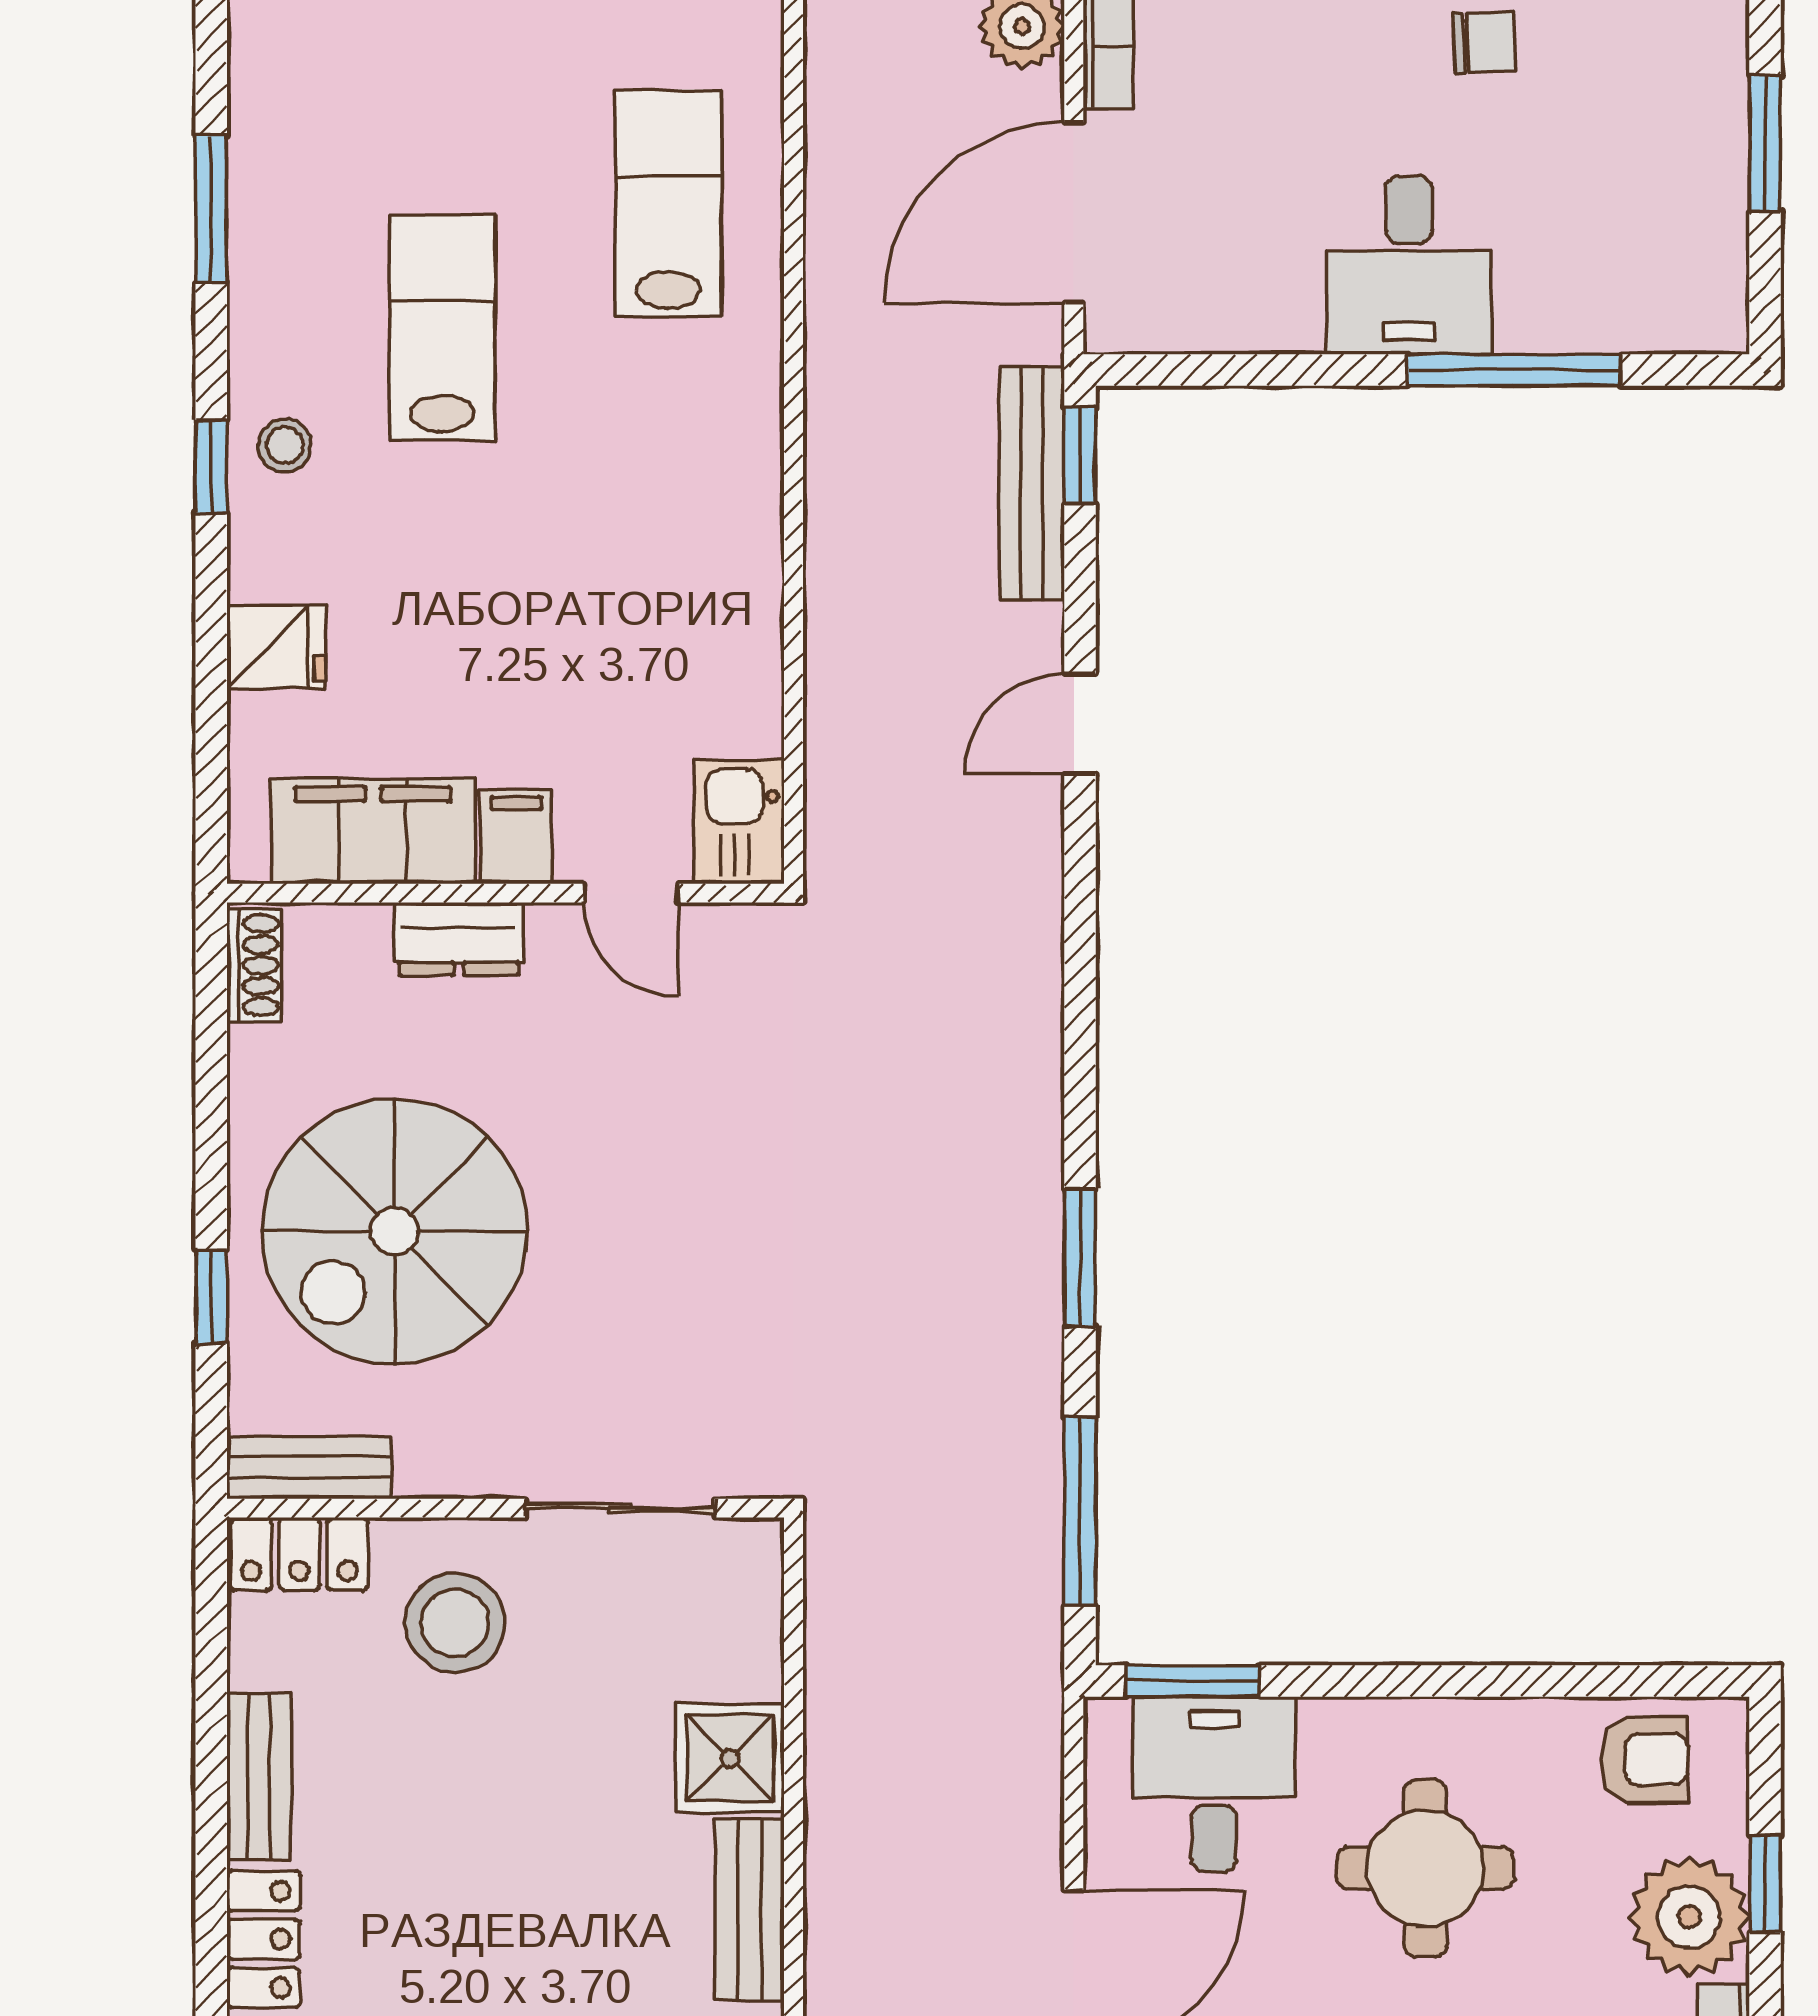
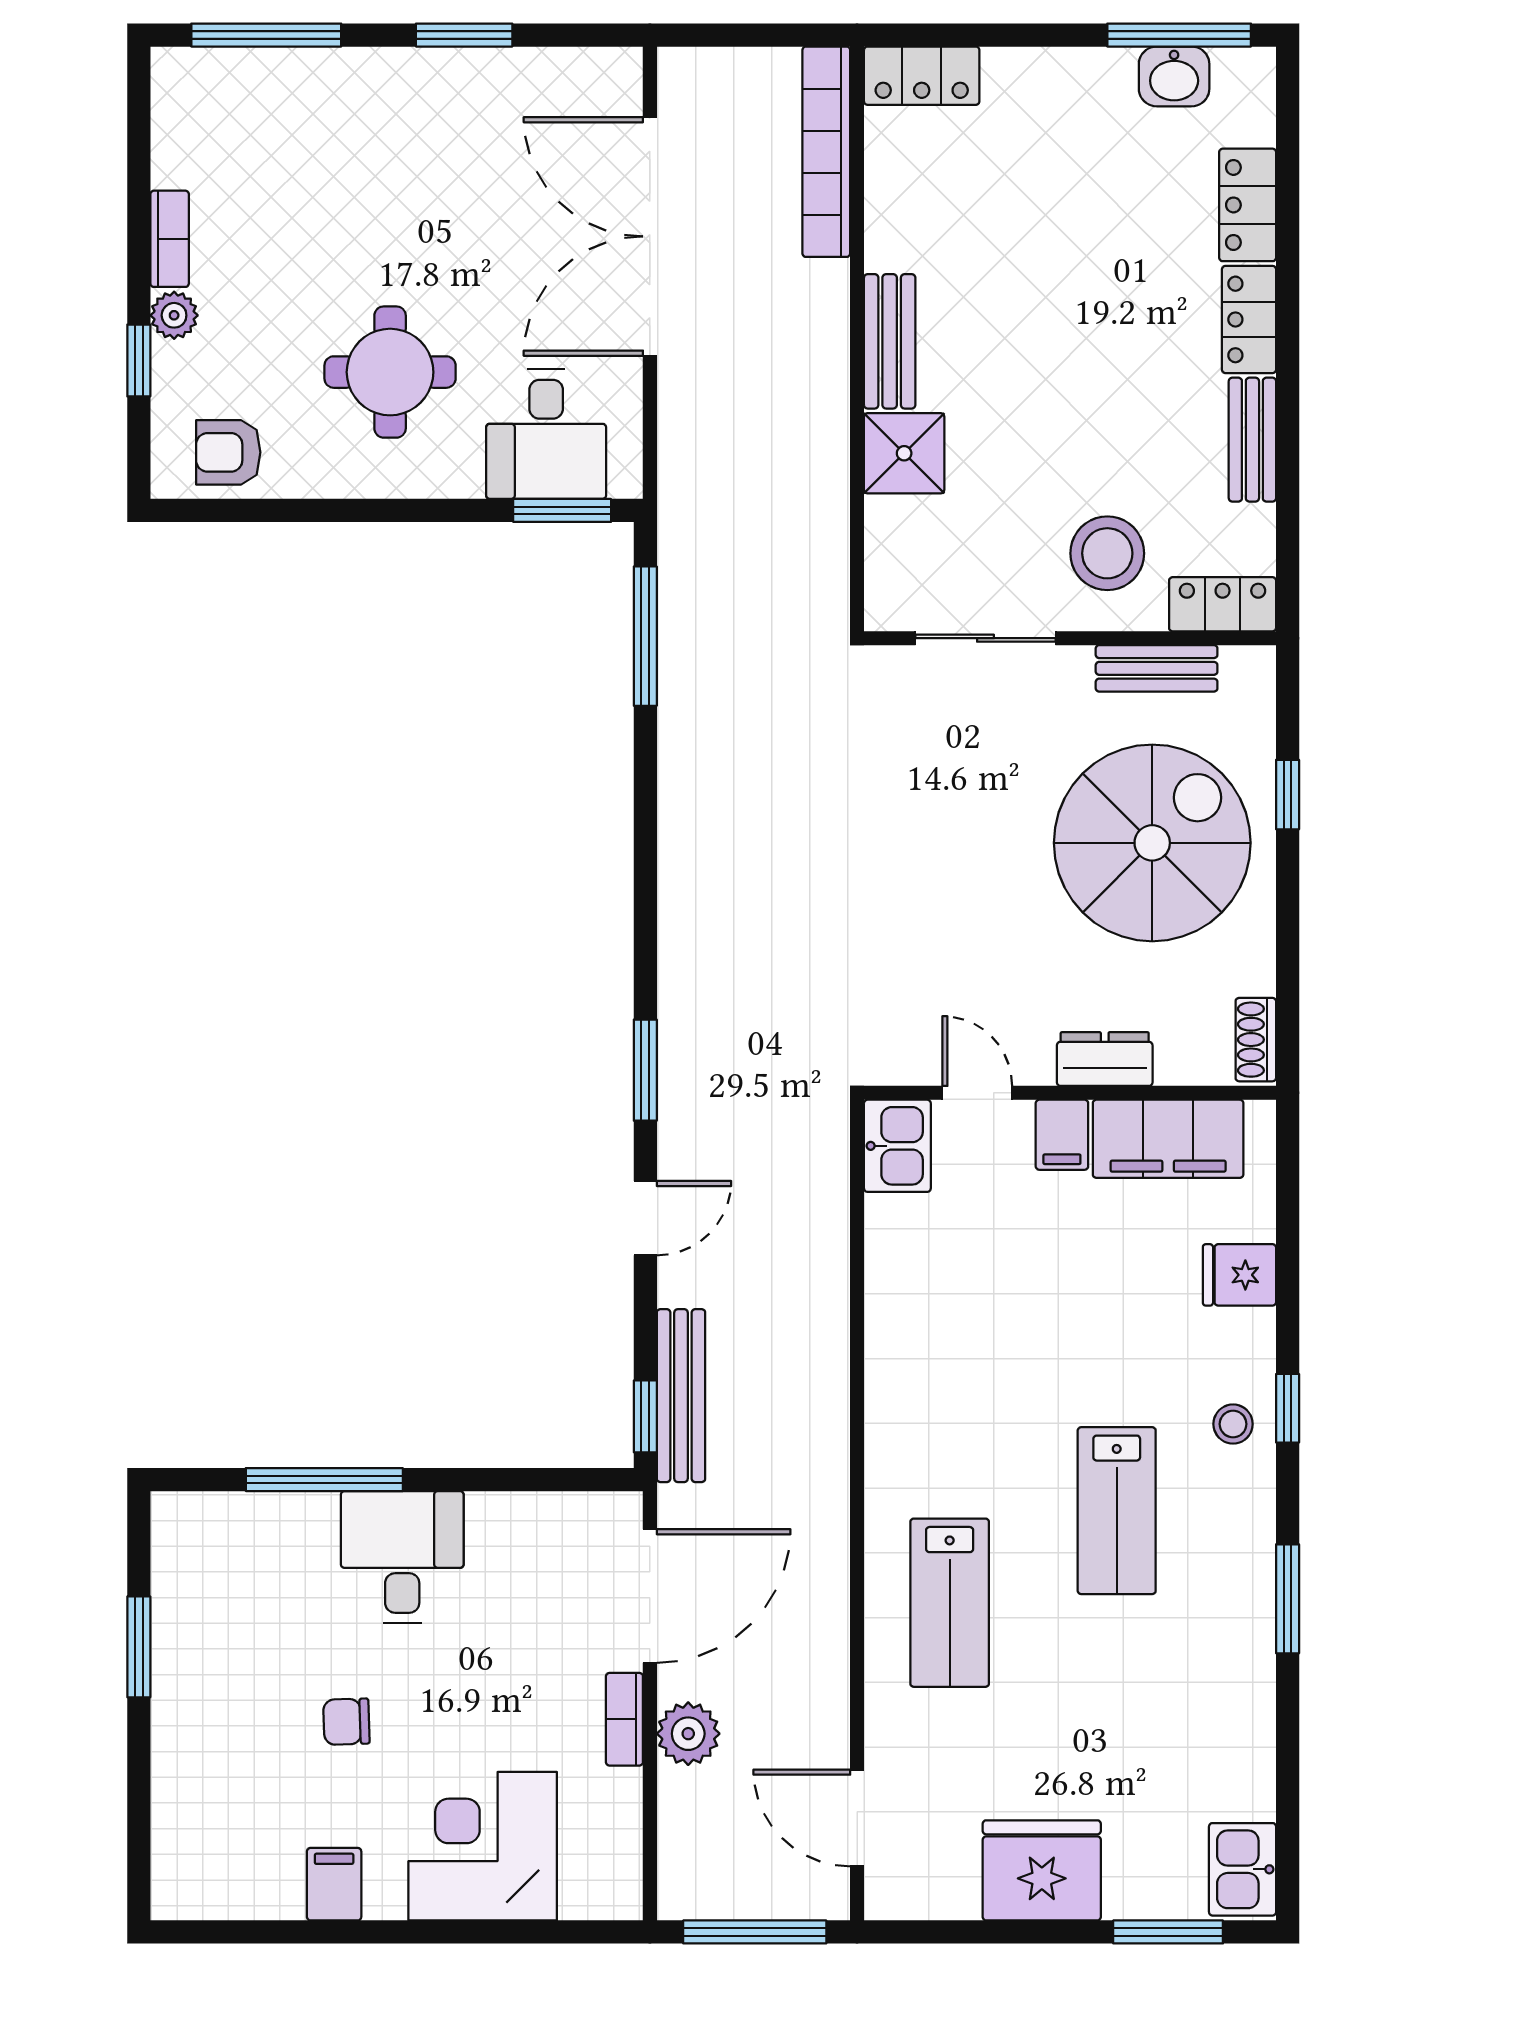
window: (1080, 1258) -> (645, 1070), moved
bench: (309, 1467) -> (1157, 668), moved
plant: (1689, 1917) -> (174, 315), width x0.53, depth x0.53

